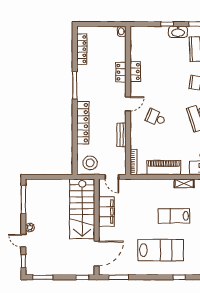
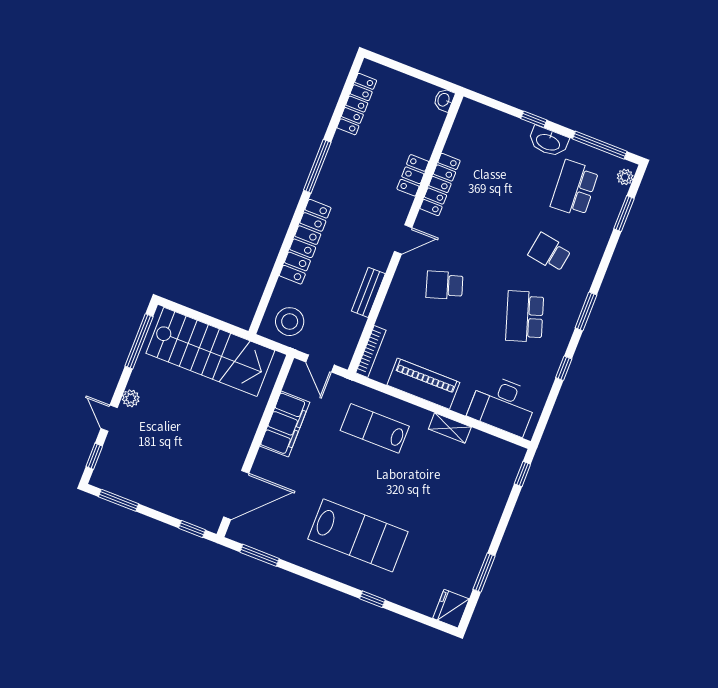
locker: (135, 72) -> (440, 184), width x1.53
school desk: (156, 118) -> (444, 285), turned -42
stairs: (82, 209) -> (210, 352), moved, turned -90
lab bench: (174, 216) -> (375, 428), moved

